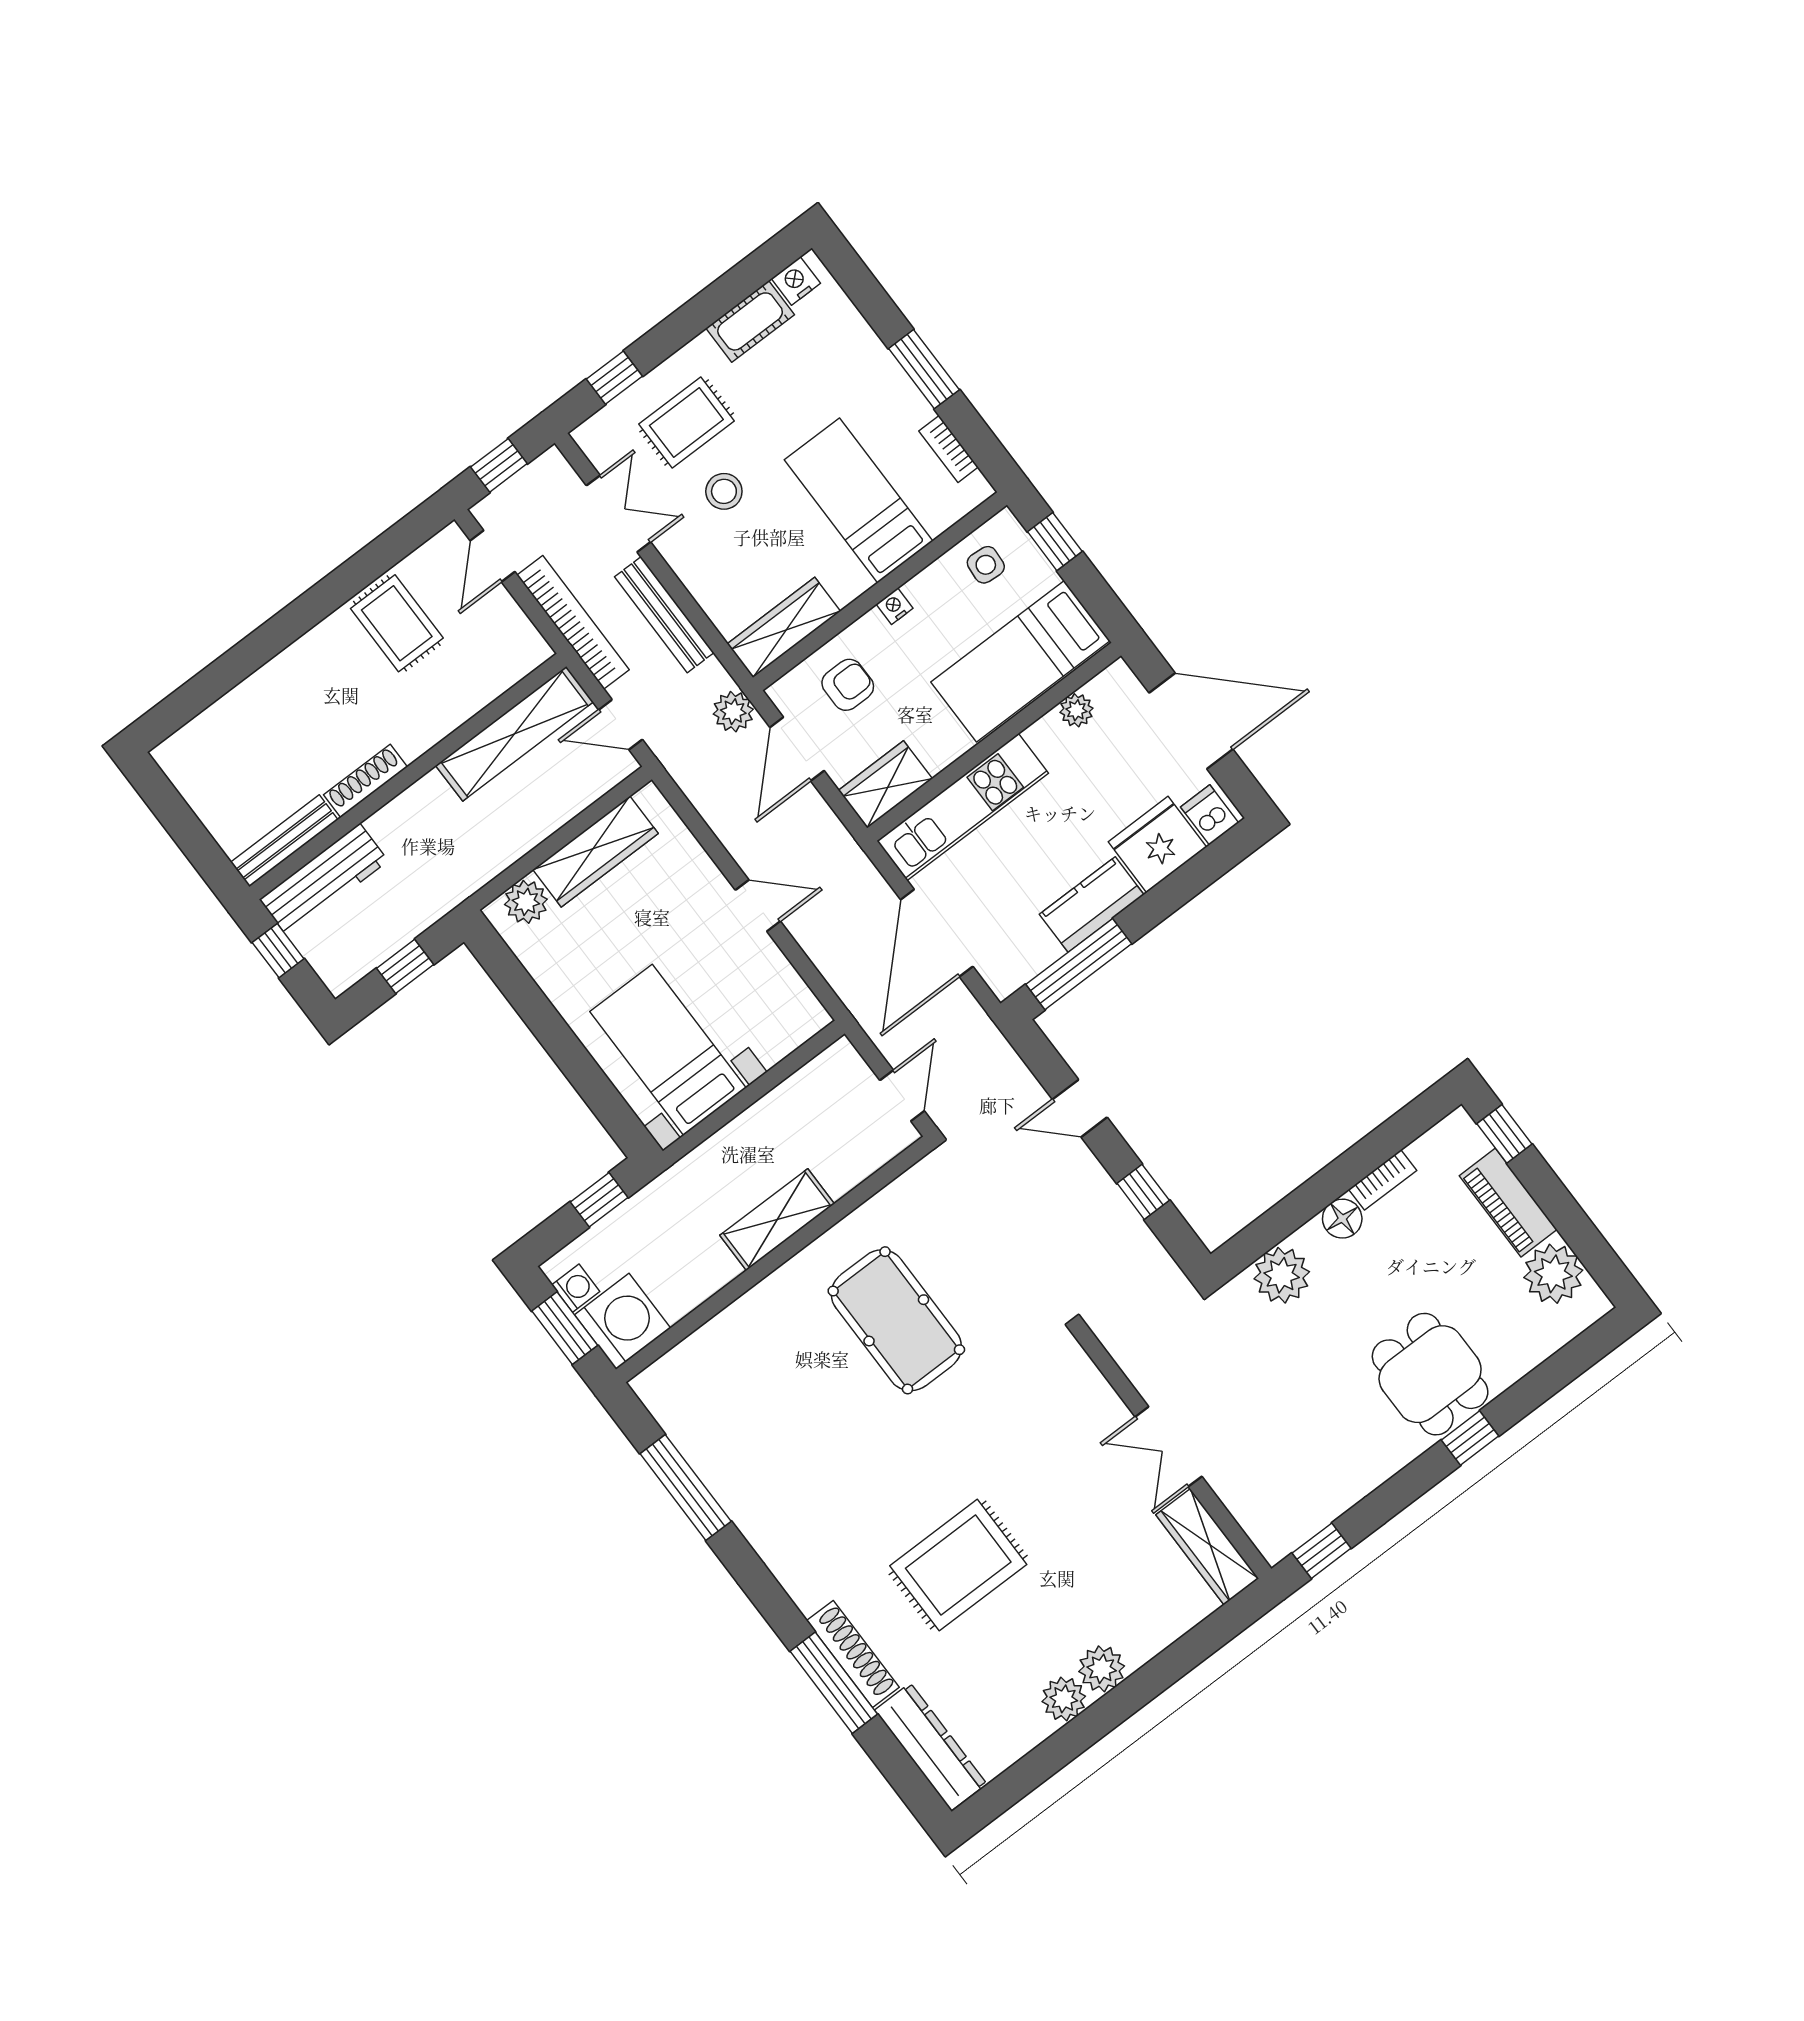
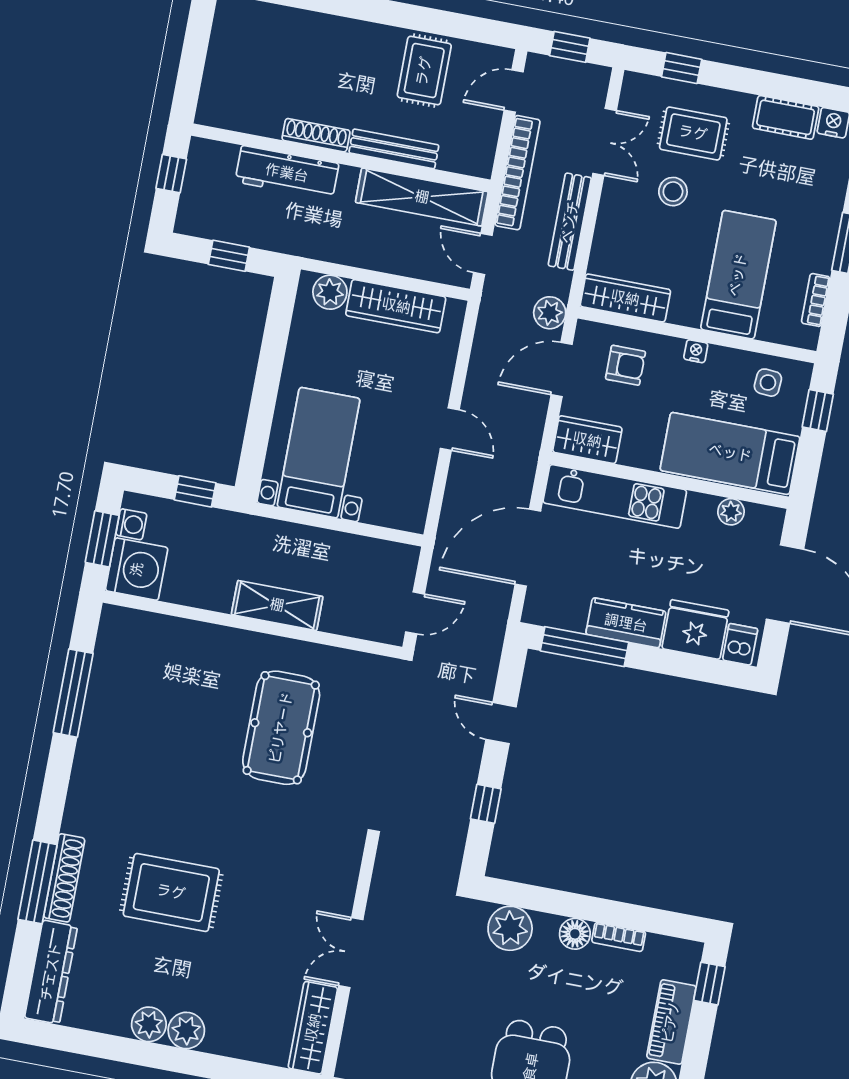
bench: (284, 841) -> (394, 149), moved
workbench: (324, 880) -> (287, 173), moved

